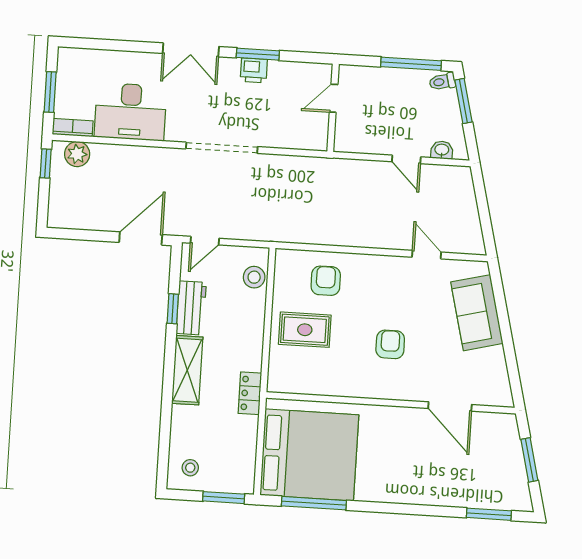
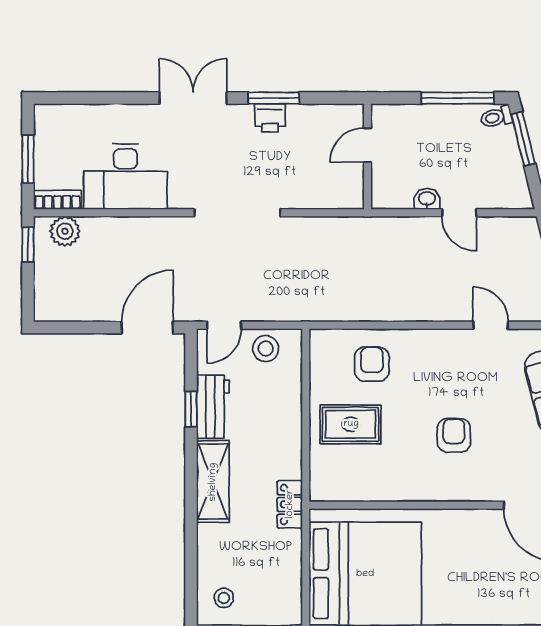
double door: (191, 50) -> (193, 98), swing flipped
washbasin: (442, 150) -> (427, 199), moved
stool: (254, 277) -> (266, 349), moved

